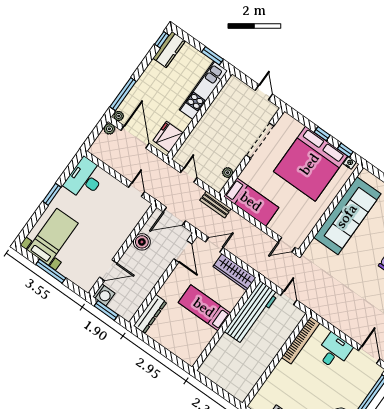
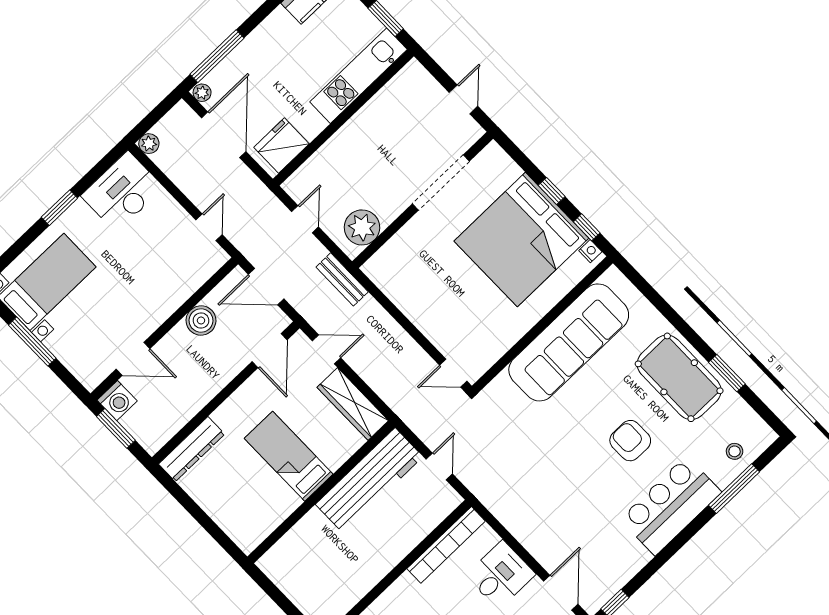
plant: (109, 129) -> (149, 144), moved
plant: (228, 173) -> (362, 227), width x1.87, depth x1.87
bed: (251, 202) -> (405, 287), removed

